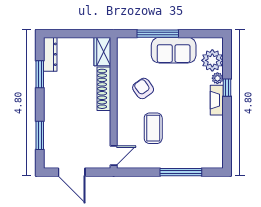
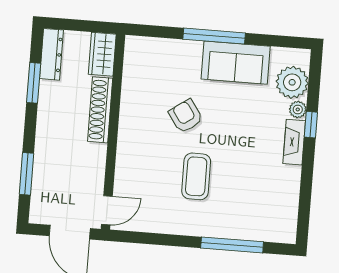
wardrobe: (102, 52) -> (102, 54), moved
shoe rack: (104, 89) -> (100, 110), moved
wall: (114, 103) -> (113, 132), moved
door: (114, 156) -> (107, 210), moved

